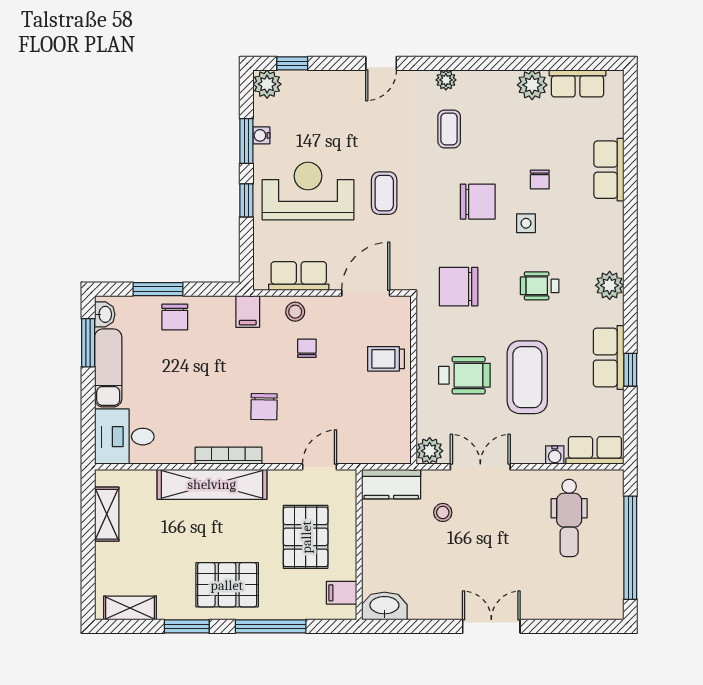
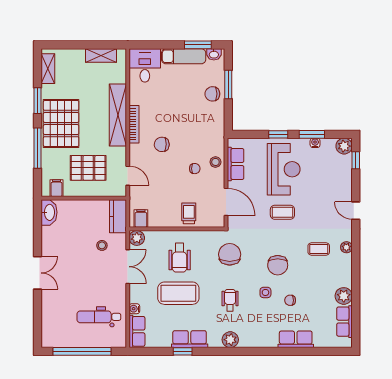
filing cabinet: (248, 311) -> (141, 219), moved, turned 90
pallet: (227, 585) -> (61, 123), width x1.37, depth x1.41

